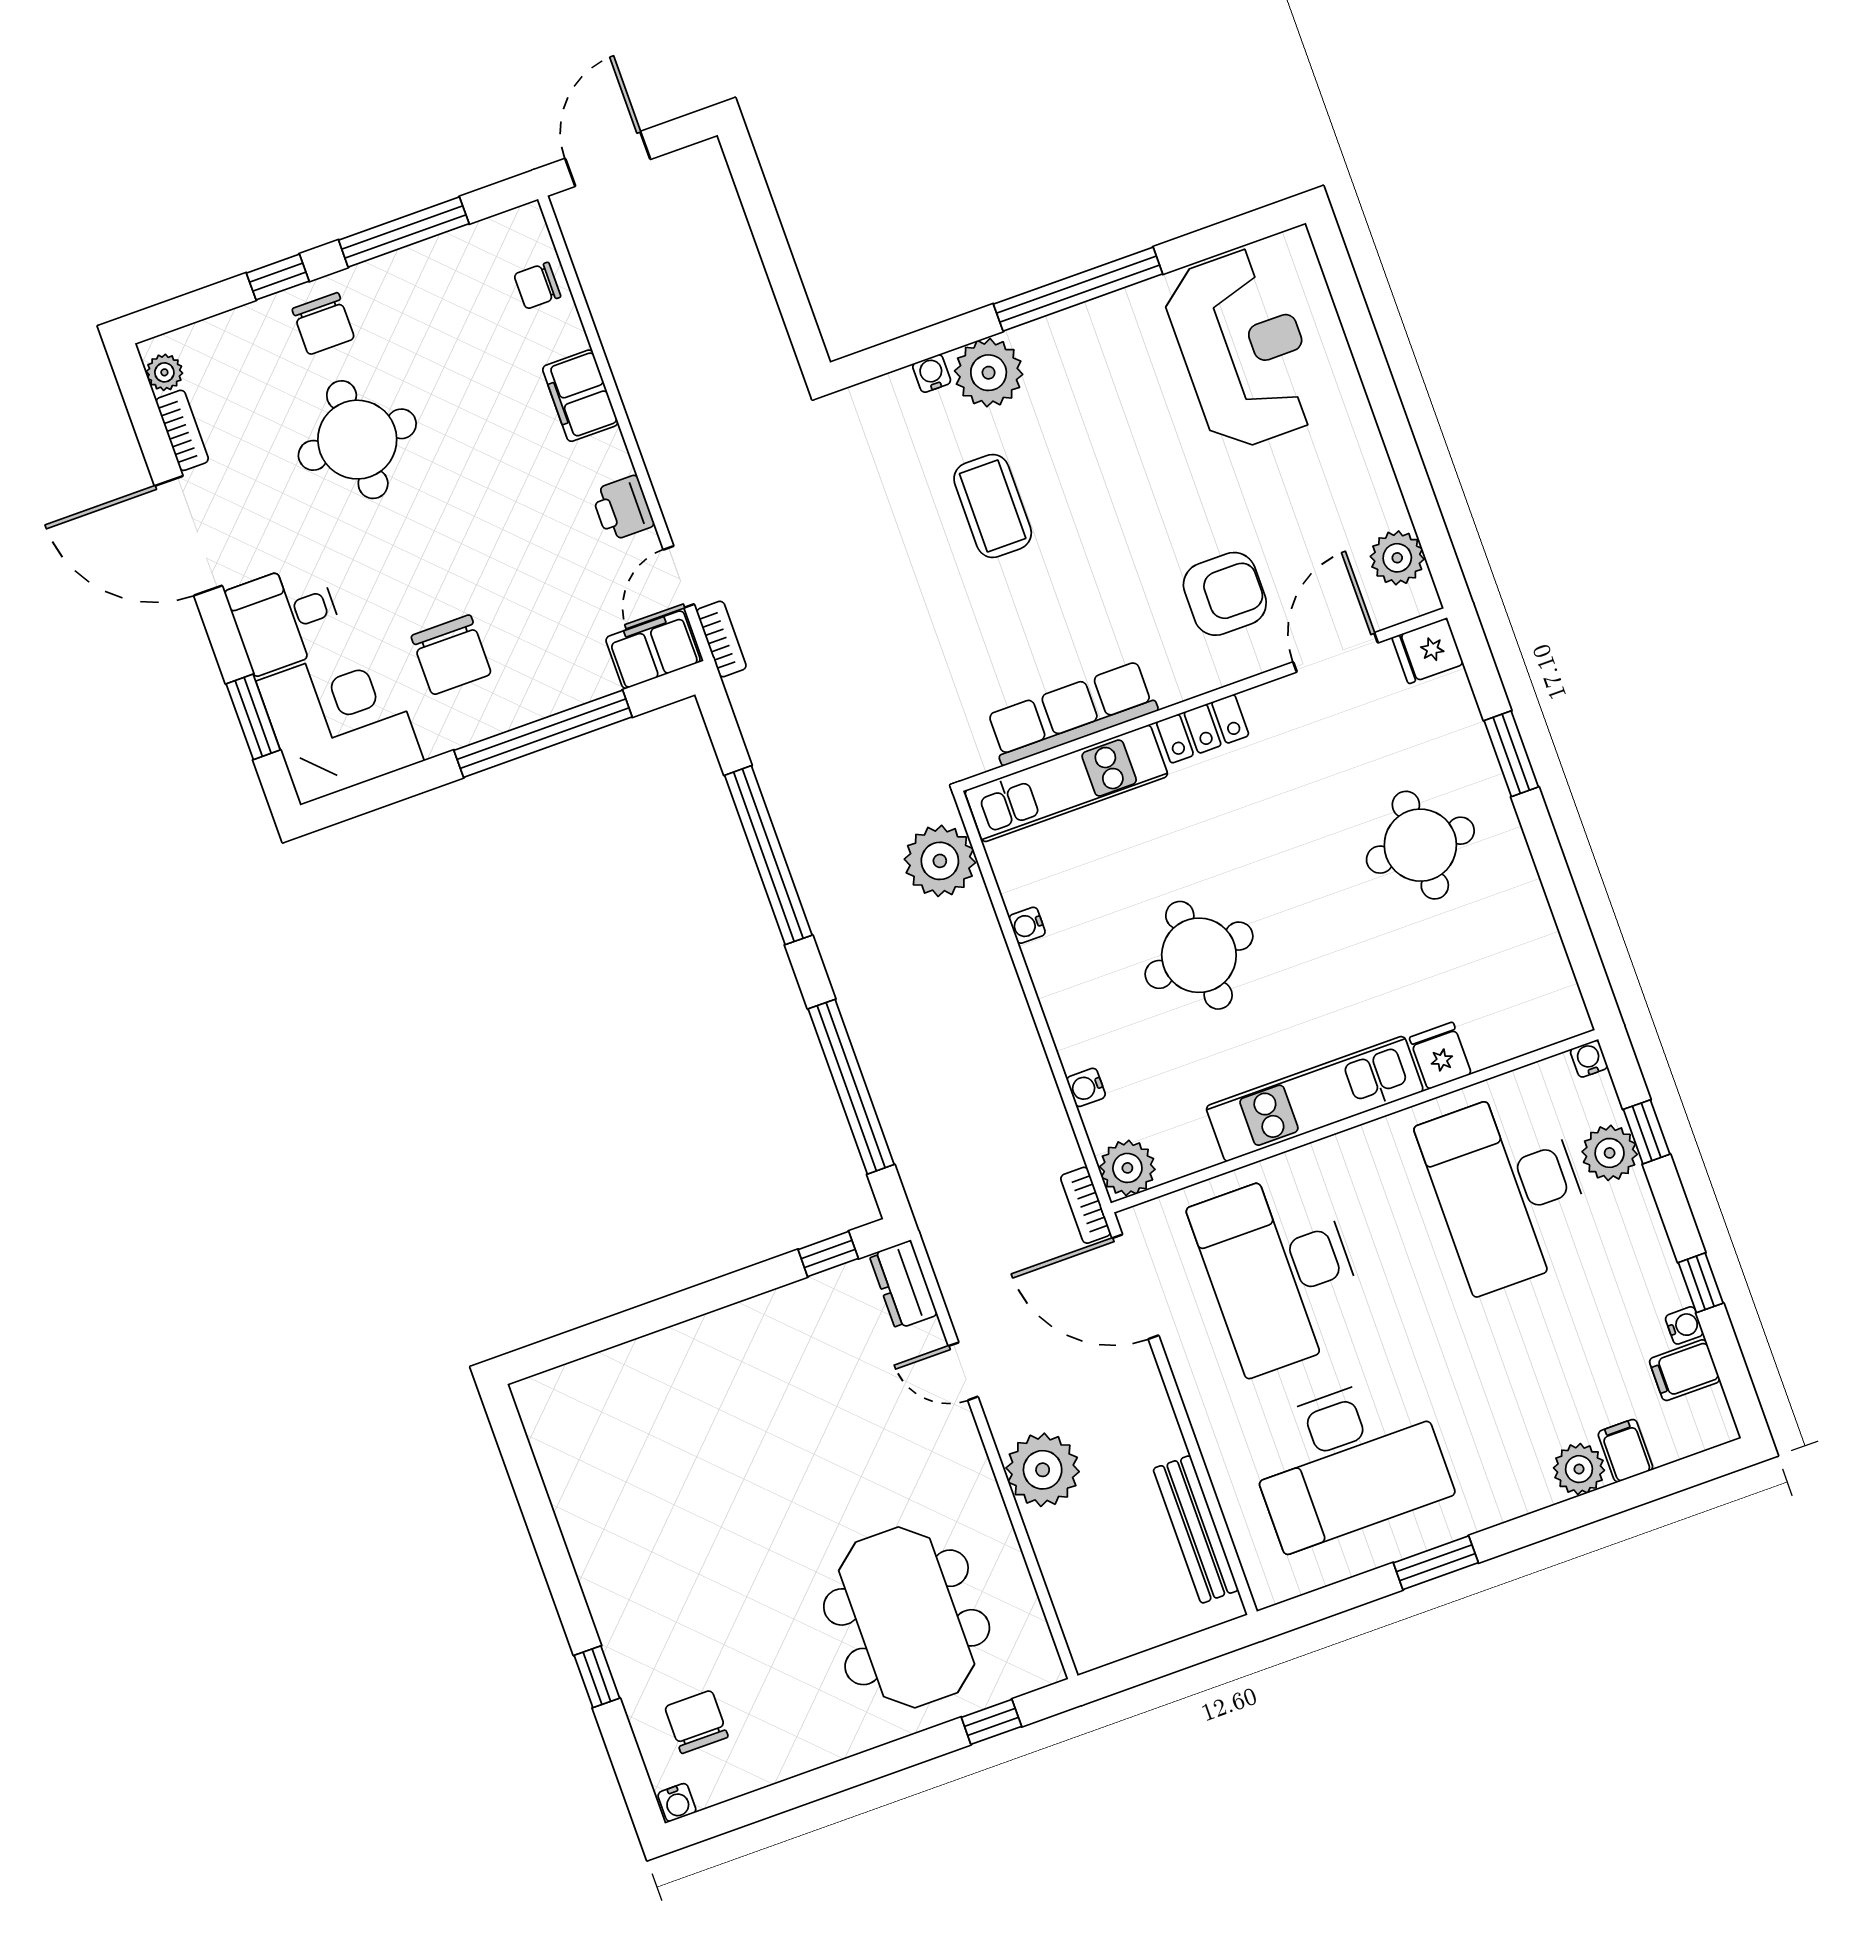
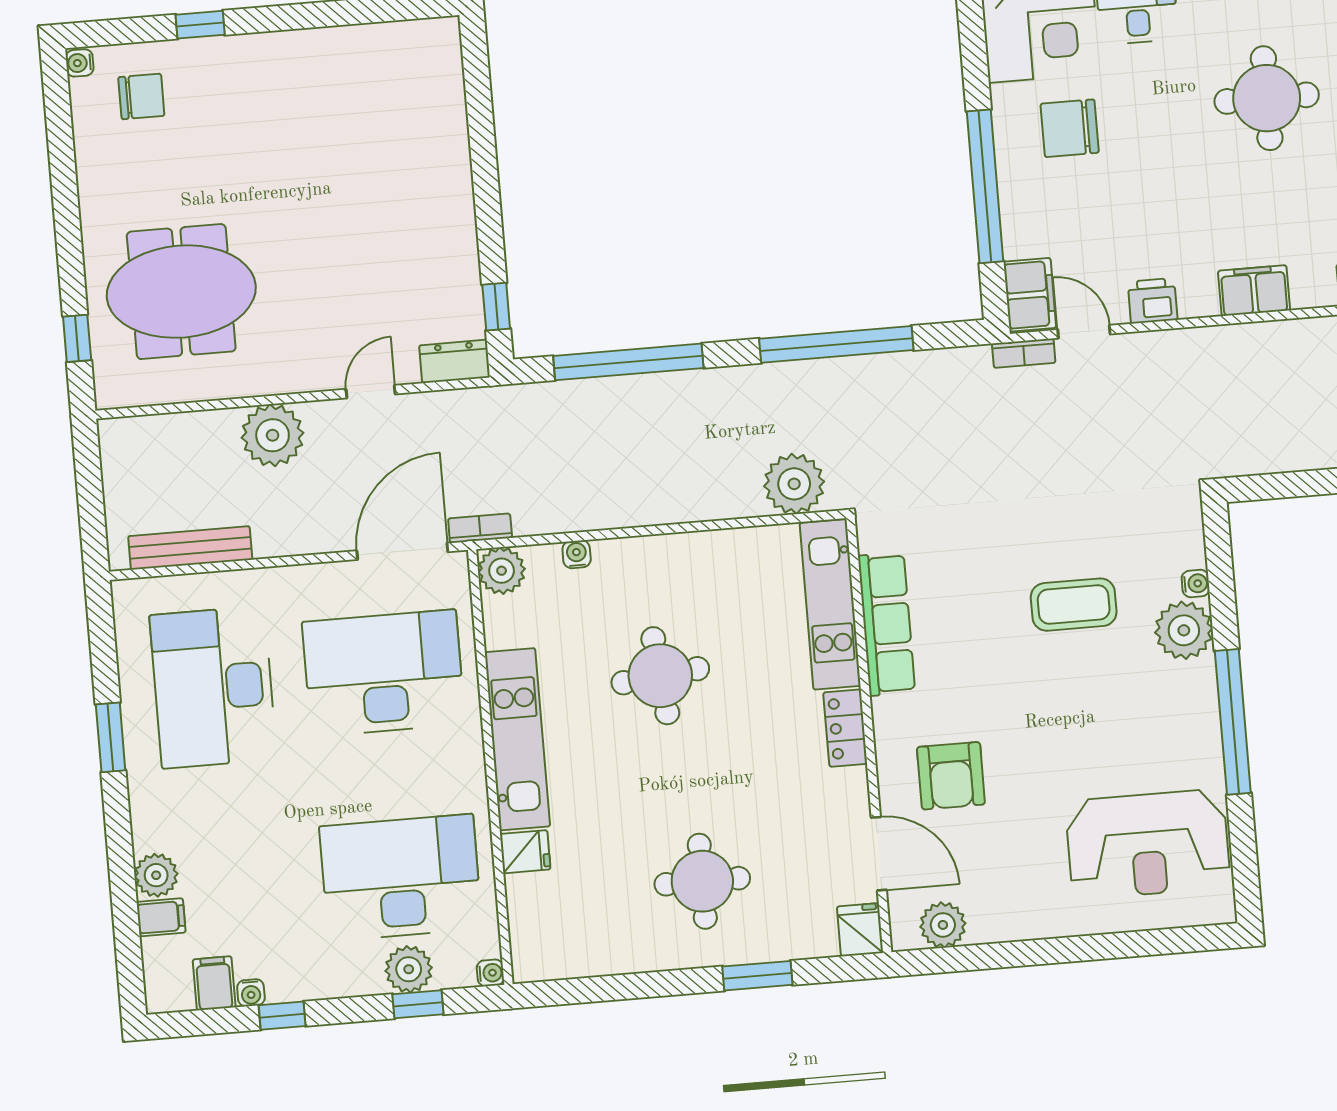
water cooler: (1027, 925) -> (722, 541), removed

